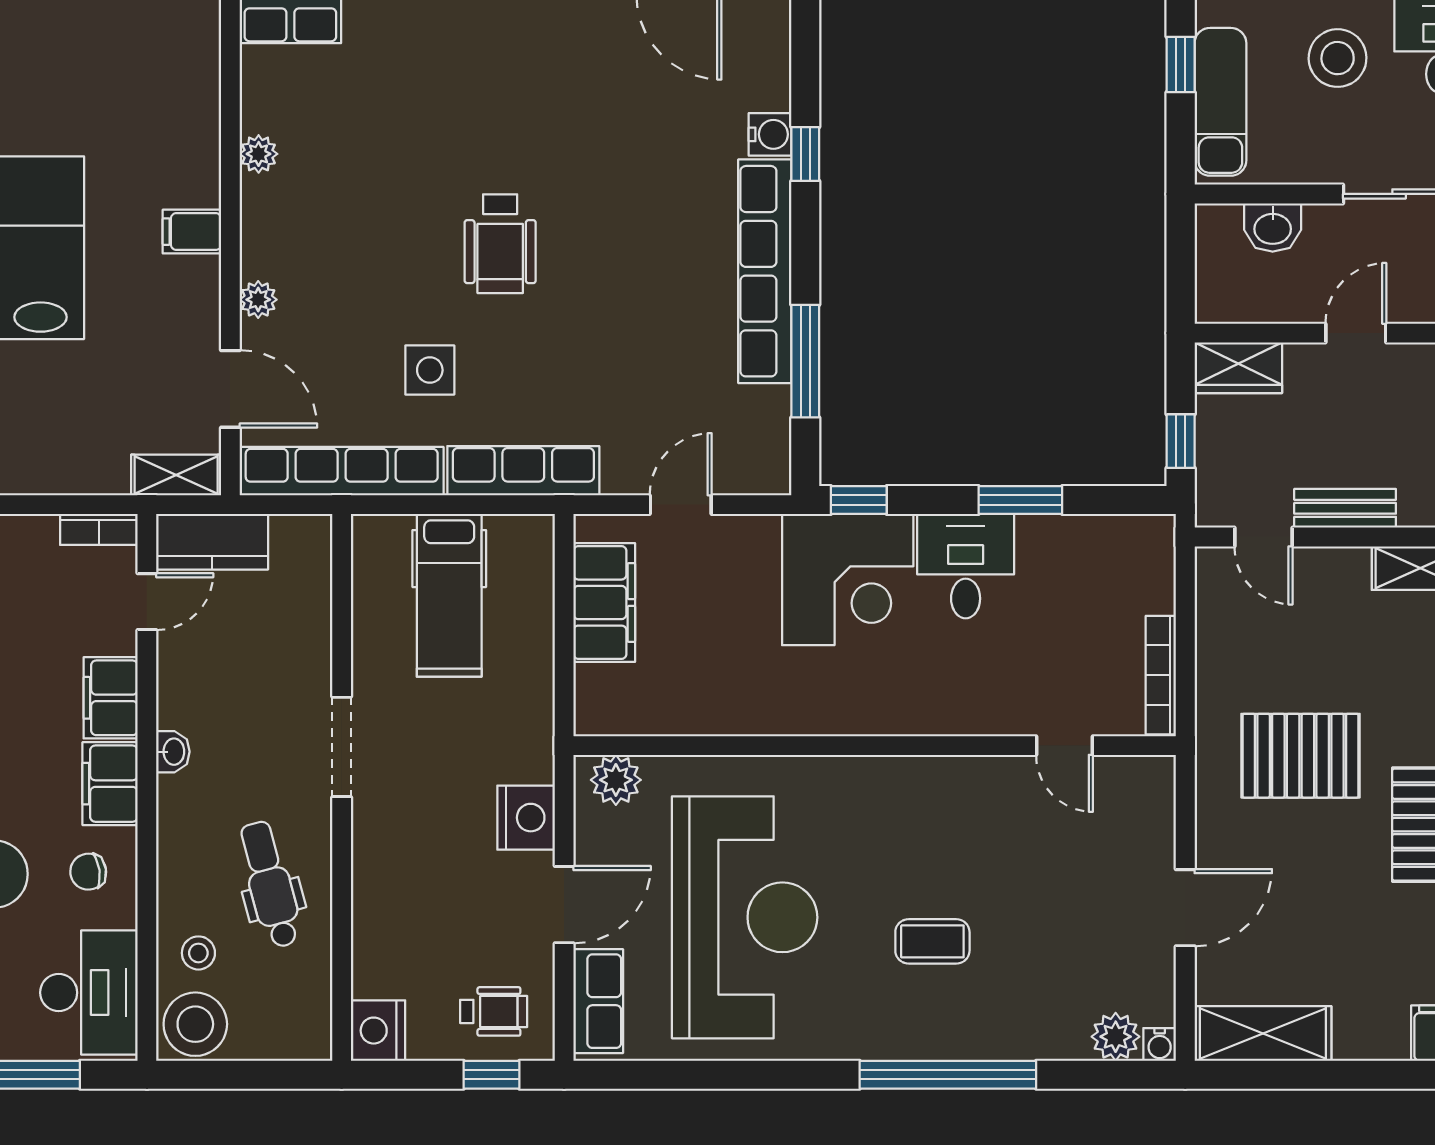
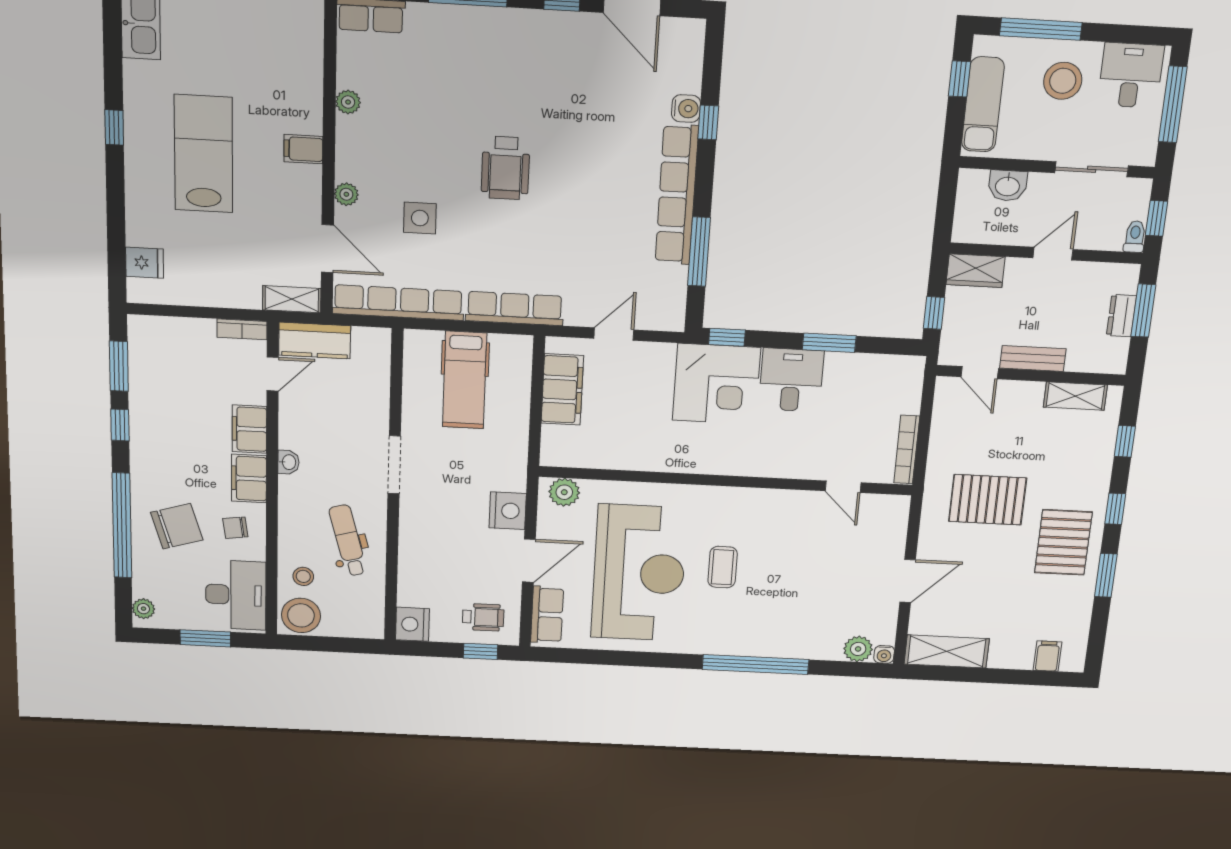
side table: (430, 370) -> (420, 218), moved
coffee table: (932, 941) -> (723, 567), moved, turned 90

